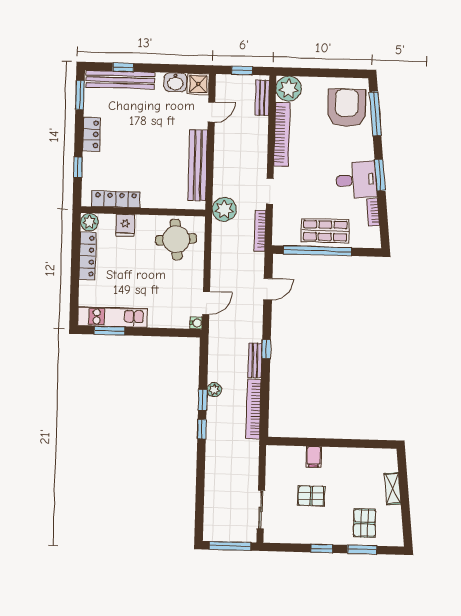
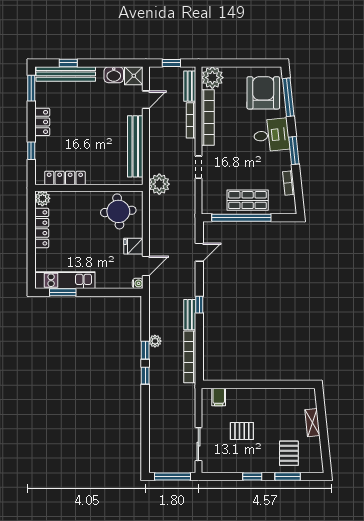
desk: (356, 180) -> (271, 135), moved
fridge: (125, 225) -> (133, 246), moved, turned 90
bookcase: (260, 231) -> (191, 120), moved
filing cabinet: (314, 457) -> (219, 397), moved

